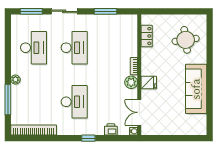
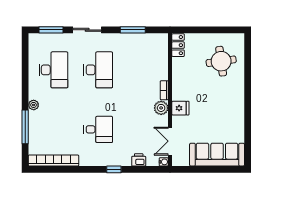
locker: (147, 36) -> (178, 45), moved
sofa: (196, 89) -> (217, 155), moved, turned 90
desk: (74, 102) -> (98, 129), width x0.73

